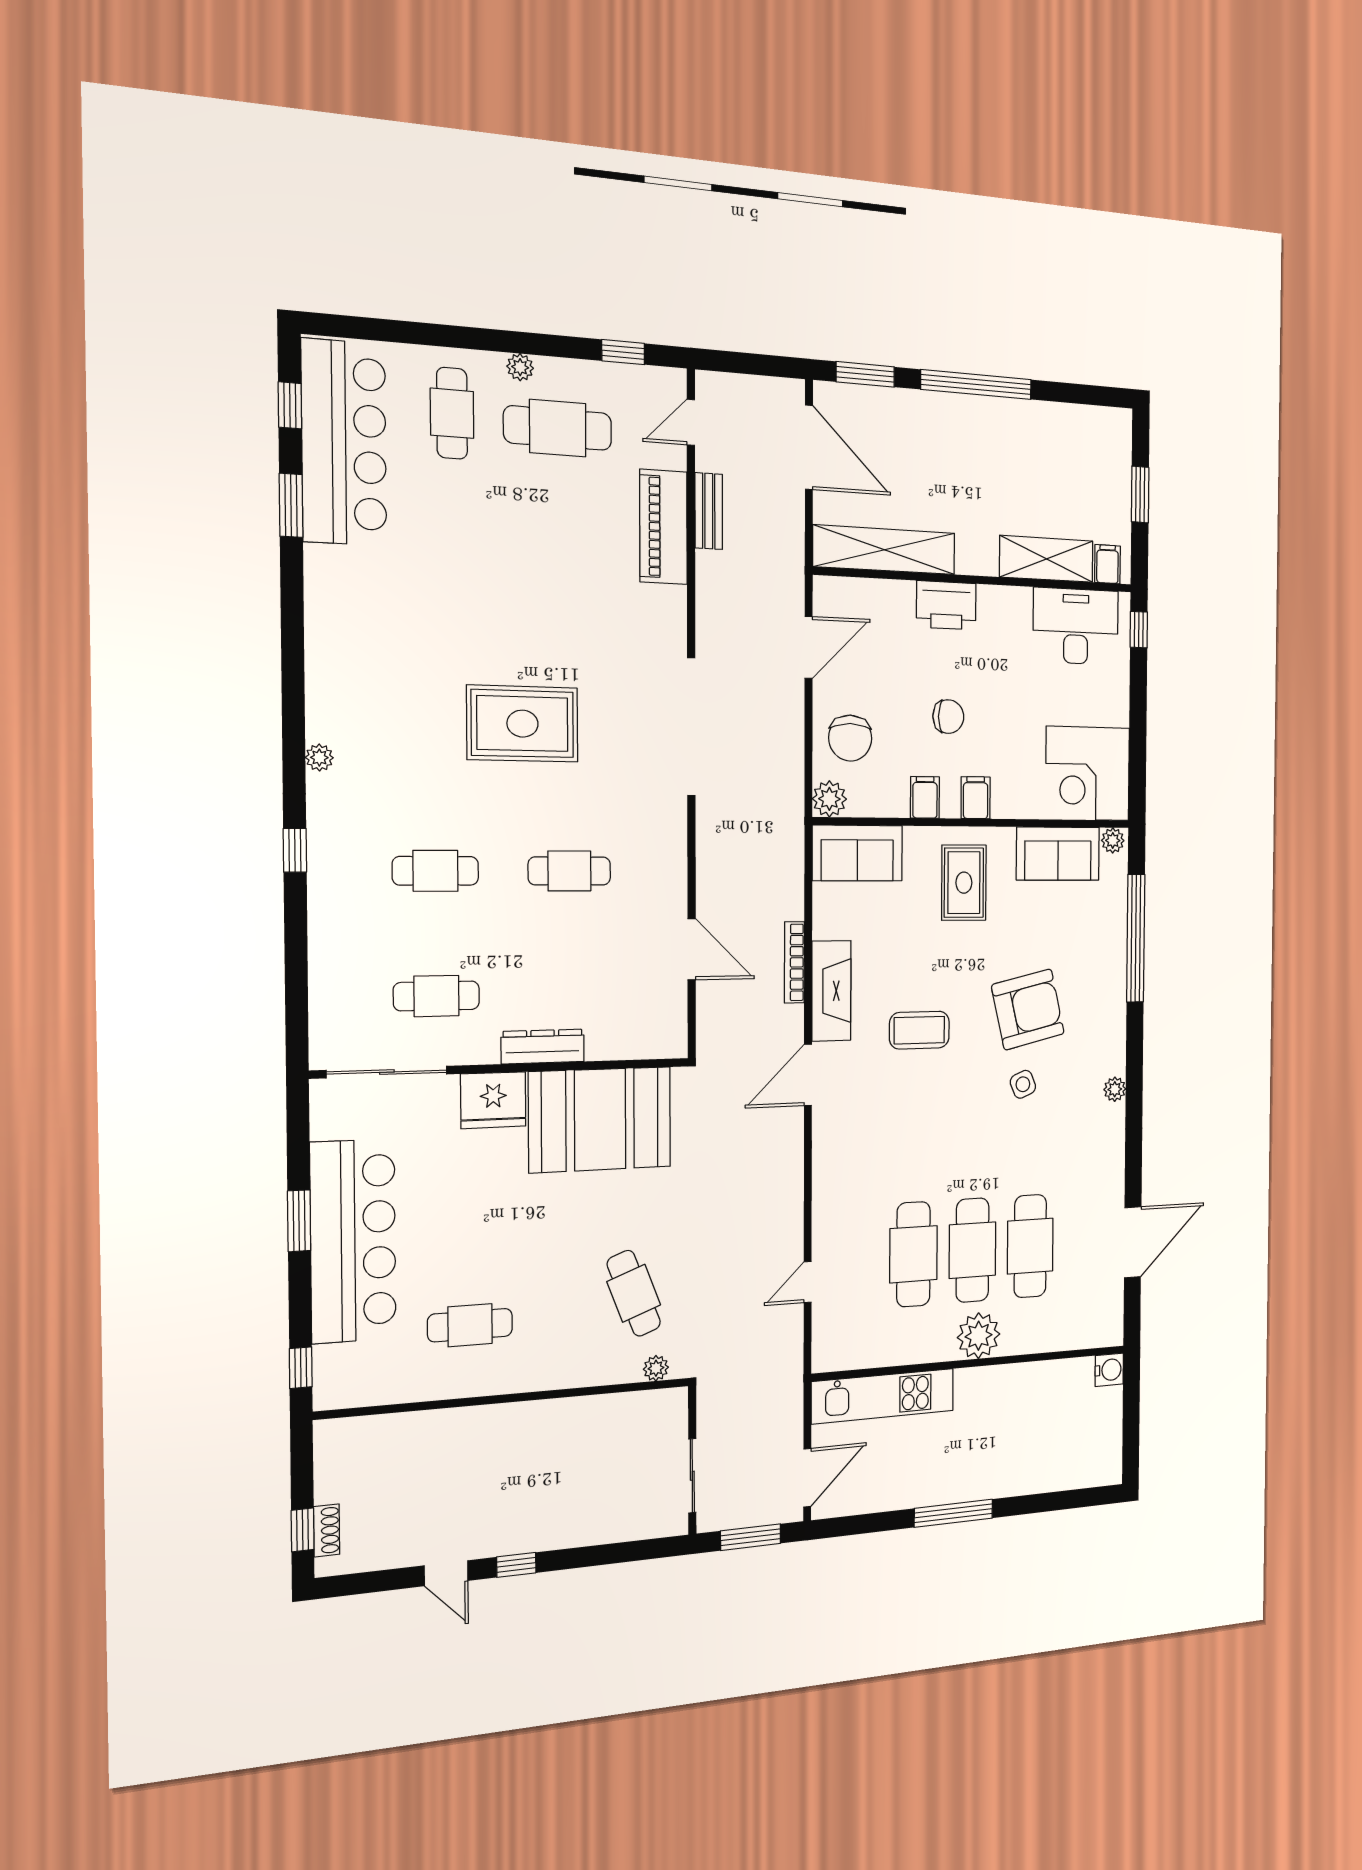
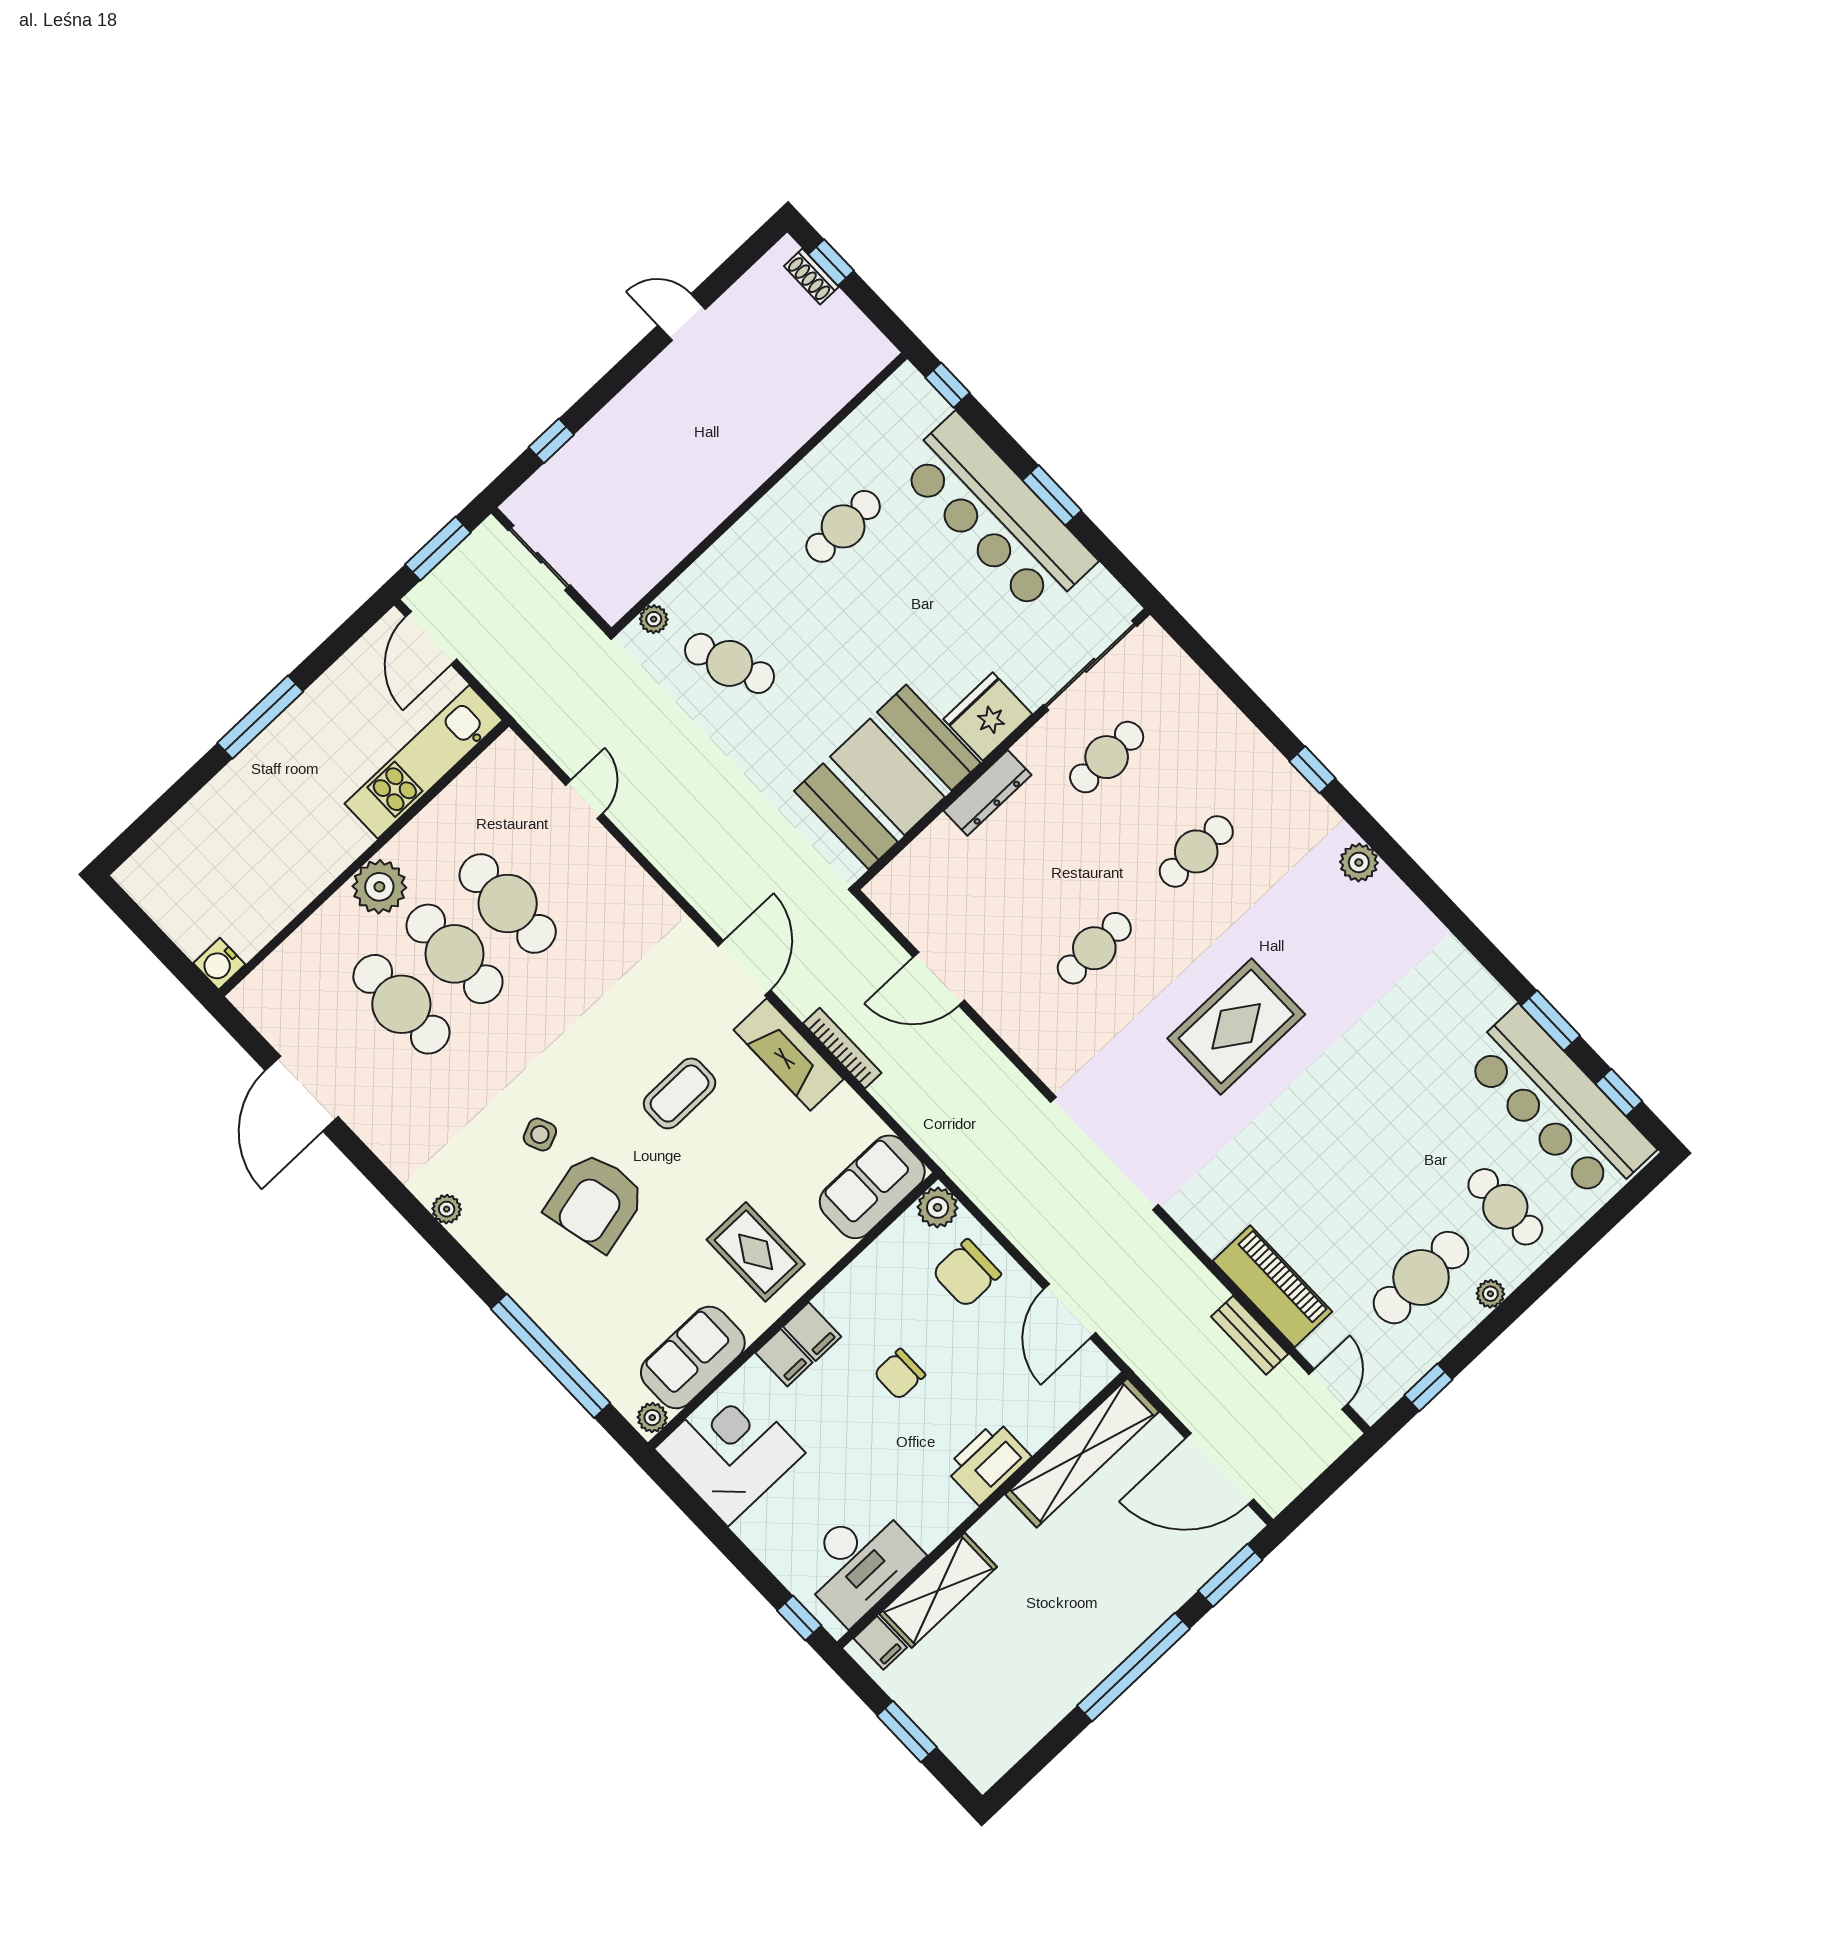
chair: (850, 738) -> (966, 1273), turned -90
plant: (319, 758) -> (1359, 862), width x1.38, depth x1.38
filing cabinet: (925, 797) -> (784, 1358), moved
window: (516, 1565) -> (551, 441), moved

